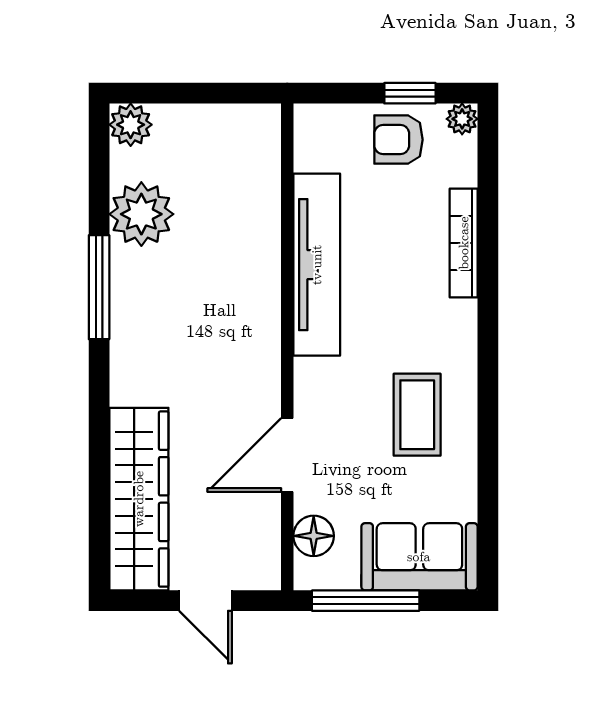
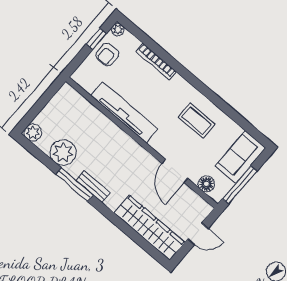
bench: (126, 326) -> (93, 187), added

